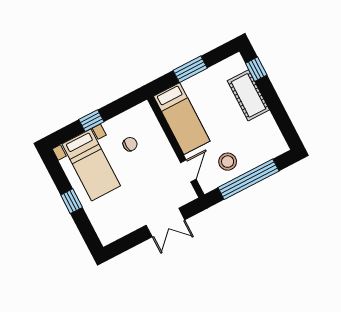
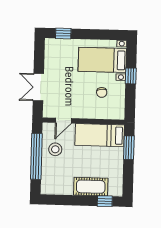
window: (190, 69) -> (129, 148), moved
door: (188, 171) -> (63, 121), hinge flipped
window: (72, 201) -> (63, 33), moved

